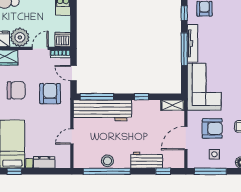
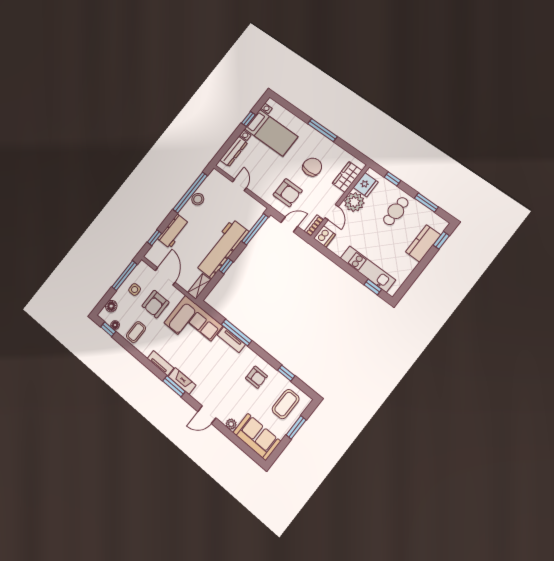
window: (184, 13) -> (266, 357), removed
tv unit: (192, 43) -> (231, 340), width x0.71
chair: (16, 90) -> (312, 167), turned 180
workbench: (102, 110) -> (222, 249), moved
dresser: (44, 162) -> (234, 151), width x1.44

